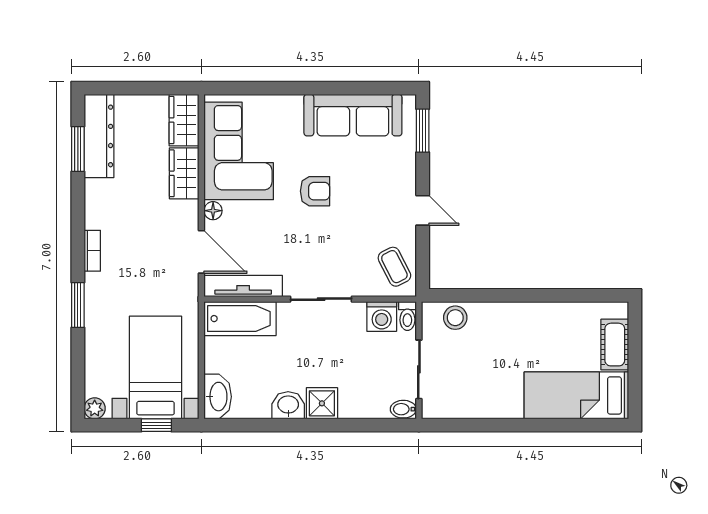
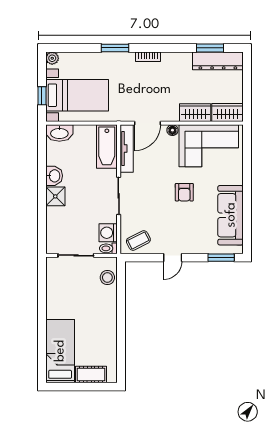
bidet: (403, 409) -> (52, 246), removed

